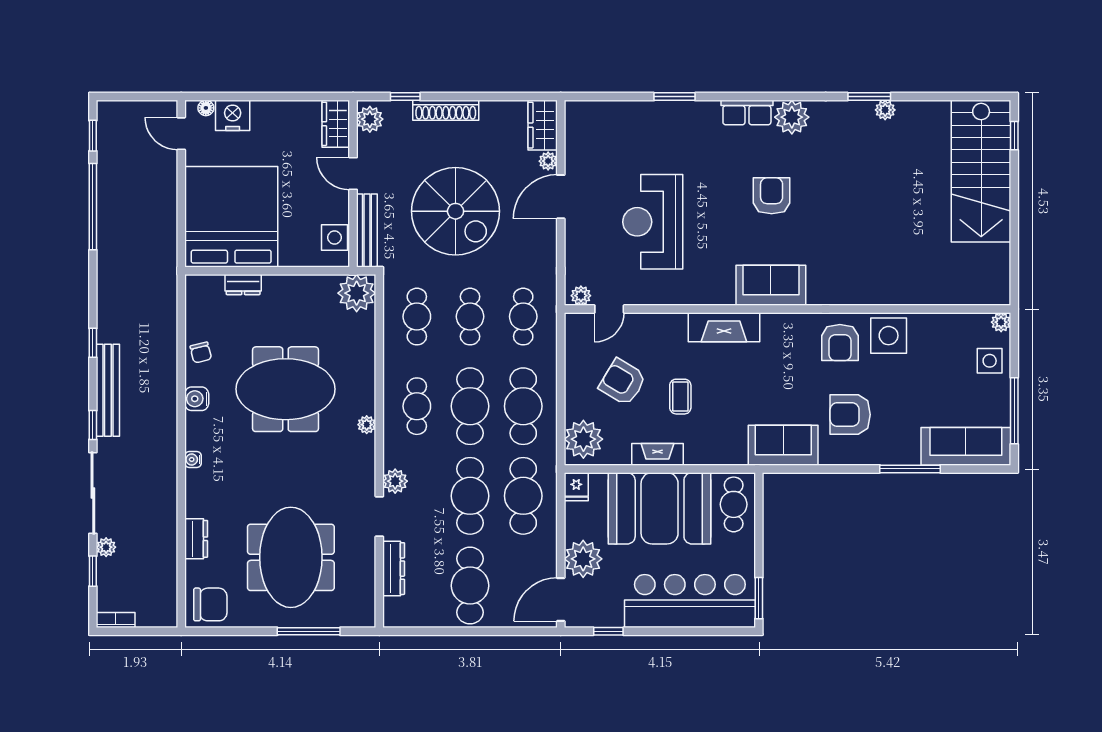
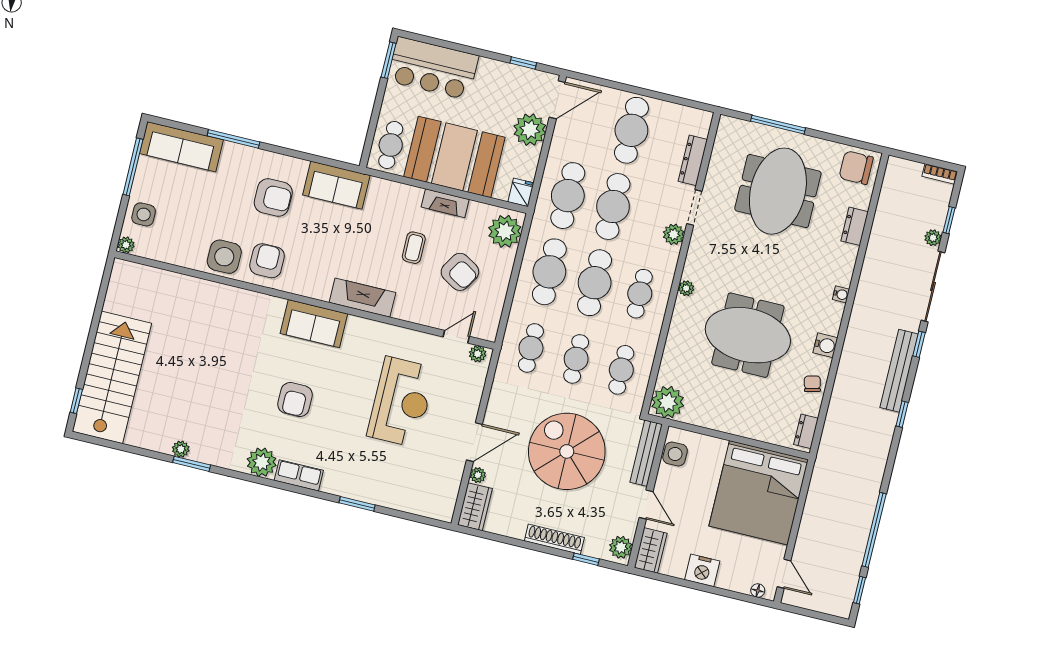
nightstand: (233, 115) -> (702, 570), moved
dresser: (243, 285) -> (806, 431), moved, turned -90
bar counter: (690, 601) -> (433, 68), width x0.73

